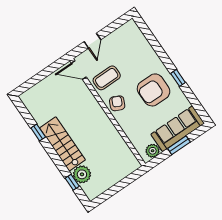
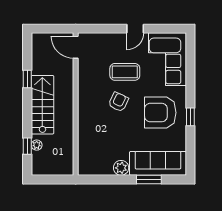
corner sofa: (132, 47) -> (167, 59), added
door: (79, 70) -> (76, 47), moved
wall: (108, 112) -> (76, 104), moved
plant: (82, 174) -> (37, 145), width x0.53, depth x0.53

